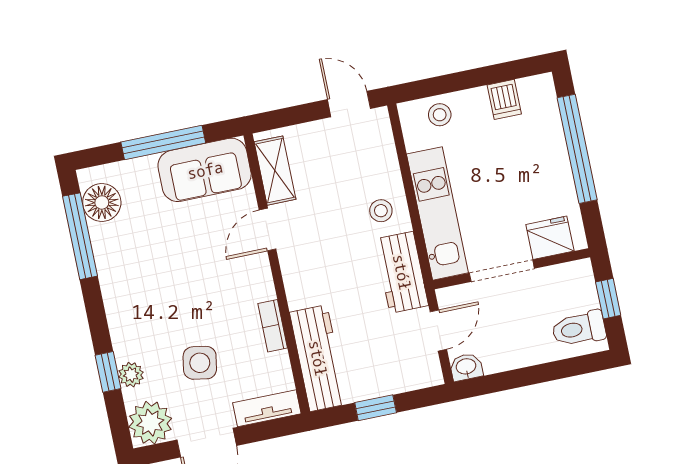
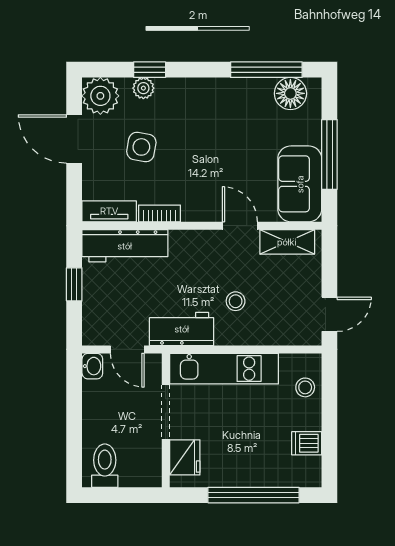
stool: (381, 211) -> (236, 301), moved
window: (608, 299) -> (125, 495), removed
tv unit: (267, 408) -> (109, 211), moved, turned -90

